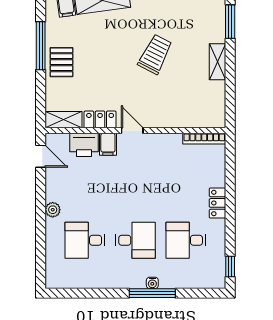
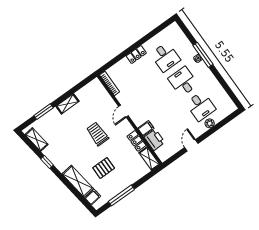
trolley: (155, 54) -> (97, 134), moved, turned 63
pallet: (61, 62) -> (104, 168), moved
door: (132, 131) -> (123, 111), moved
door: (41, 156) -> (191, 145), moved
plant: (53, 210) -> (210, 123), moved
window: (230, 266) -> (163, 26), removed

